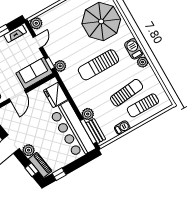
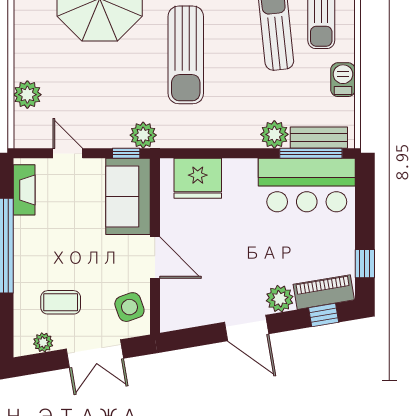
plant: (36, 23) -> (27, 95), moved
bar counter: (72, 130) -> (307, 185), width x0.73

